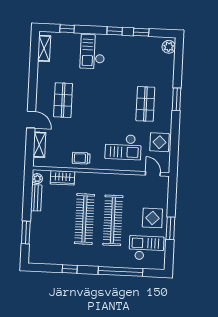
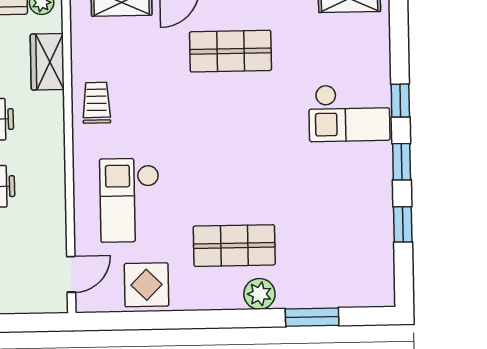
window: (67, 29) -> (400, 101), moved
plant: (169, 47) -> (259, 294), moved
checkout: (92, 52) -> (349, 113), turned 180
window: (177, 99) -> (312, 317), moved

